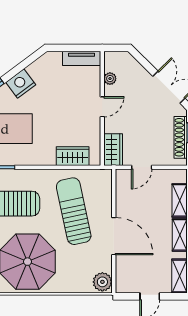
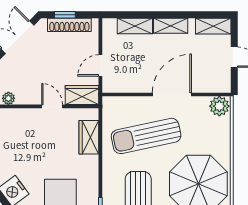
door: (102, 107) -> (52, 106), moved
door: (142, 167) -> (100, 66), swing flipped

